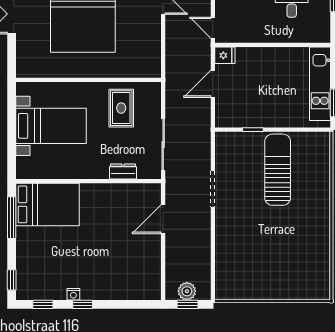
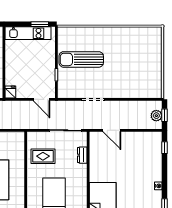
door: (213, 84) -> (41, 99), moved
window: (83, 304) -> (165, 148), moved

